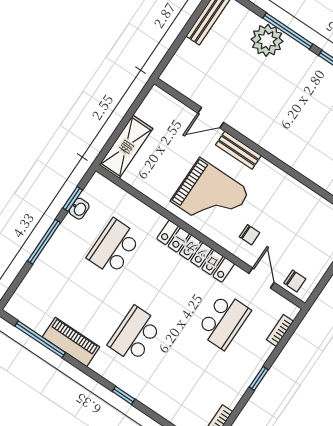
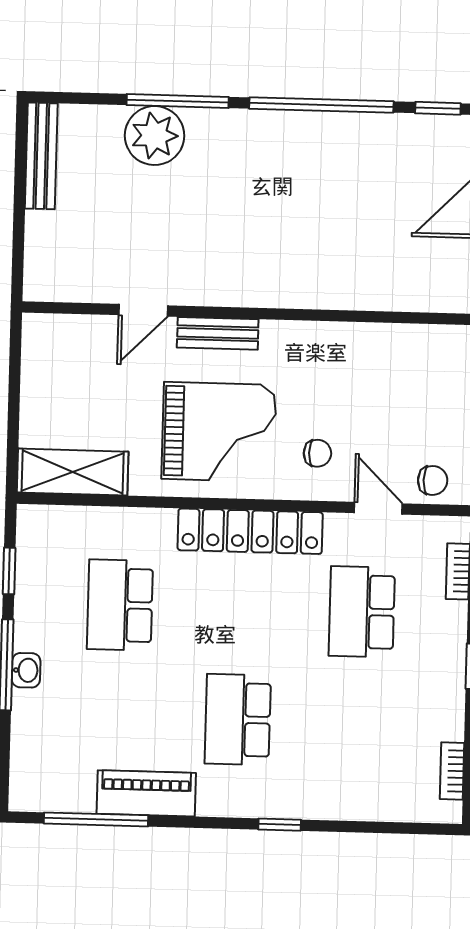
shelving: (126, 147) -> (73, 472), moved, turned 90
washbasin: (79, 209) -> (26, 670), moved
school desk: (224, 321) -> (362, 612), turned 180

